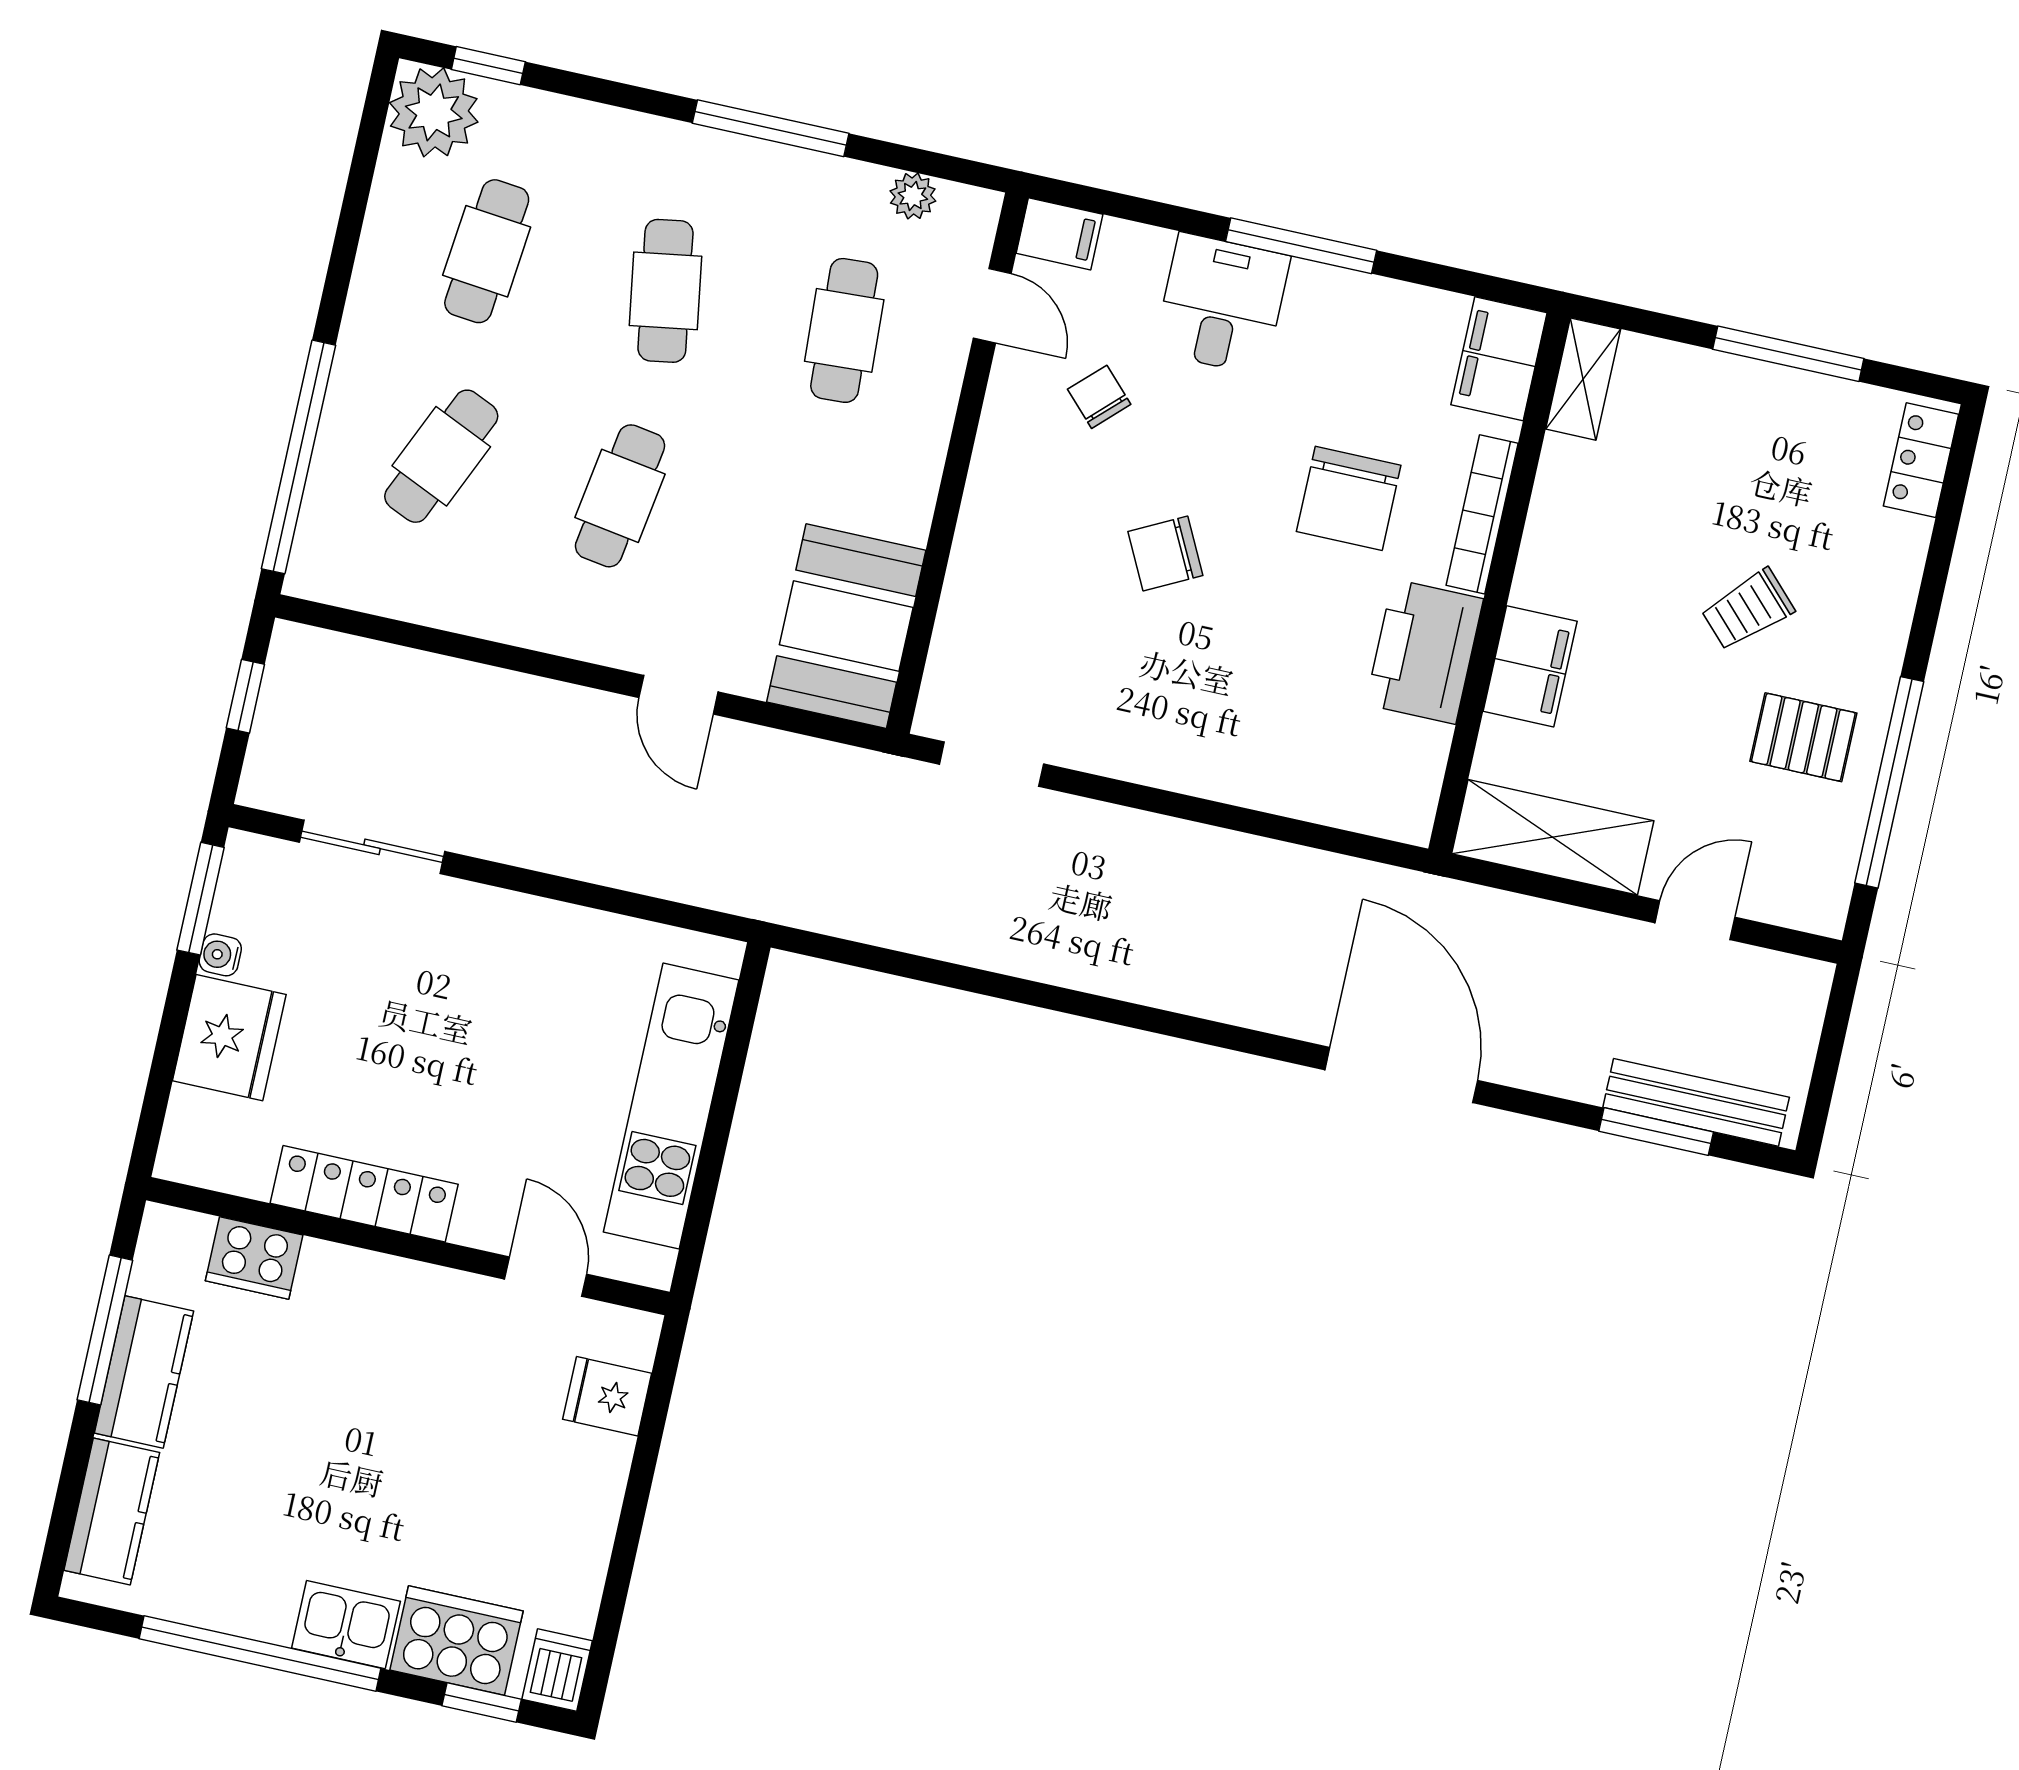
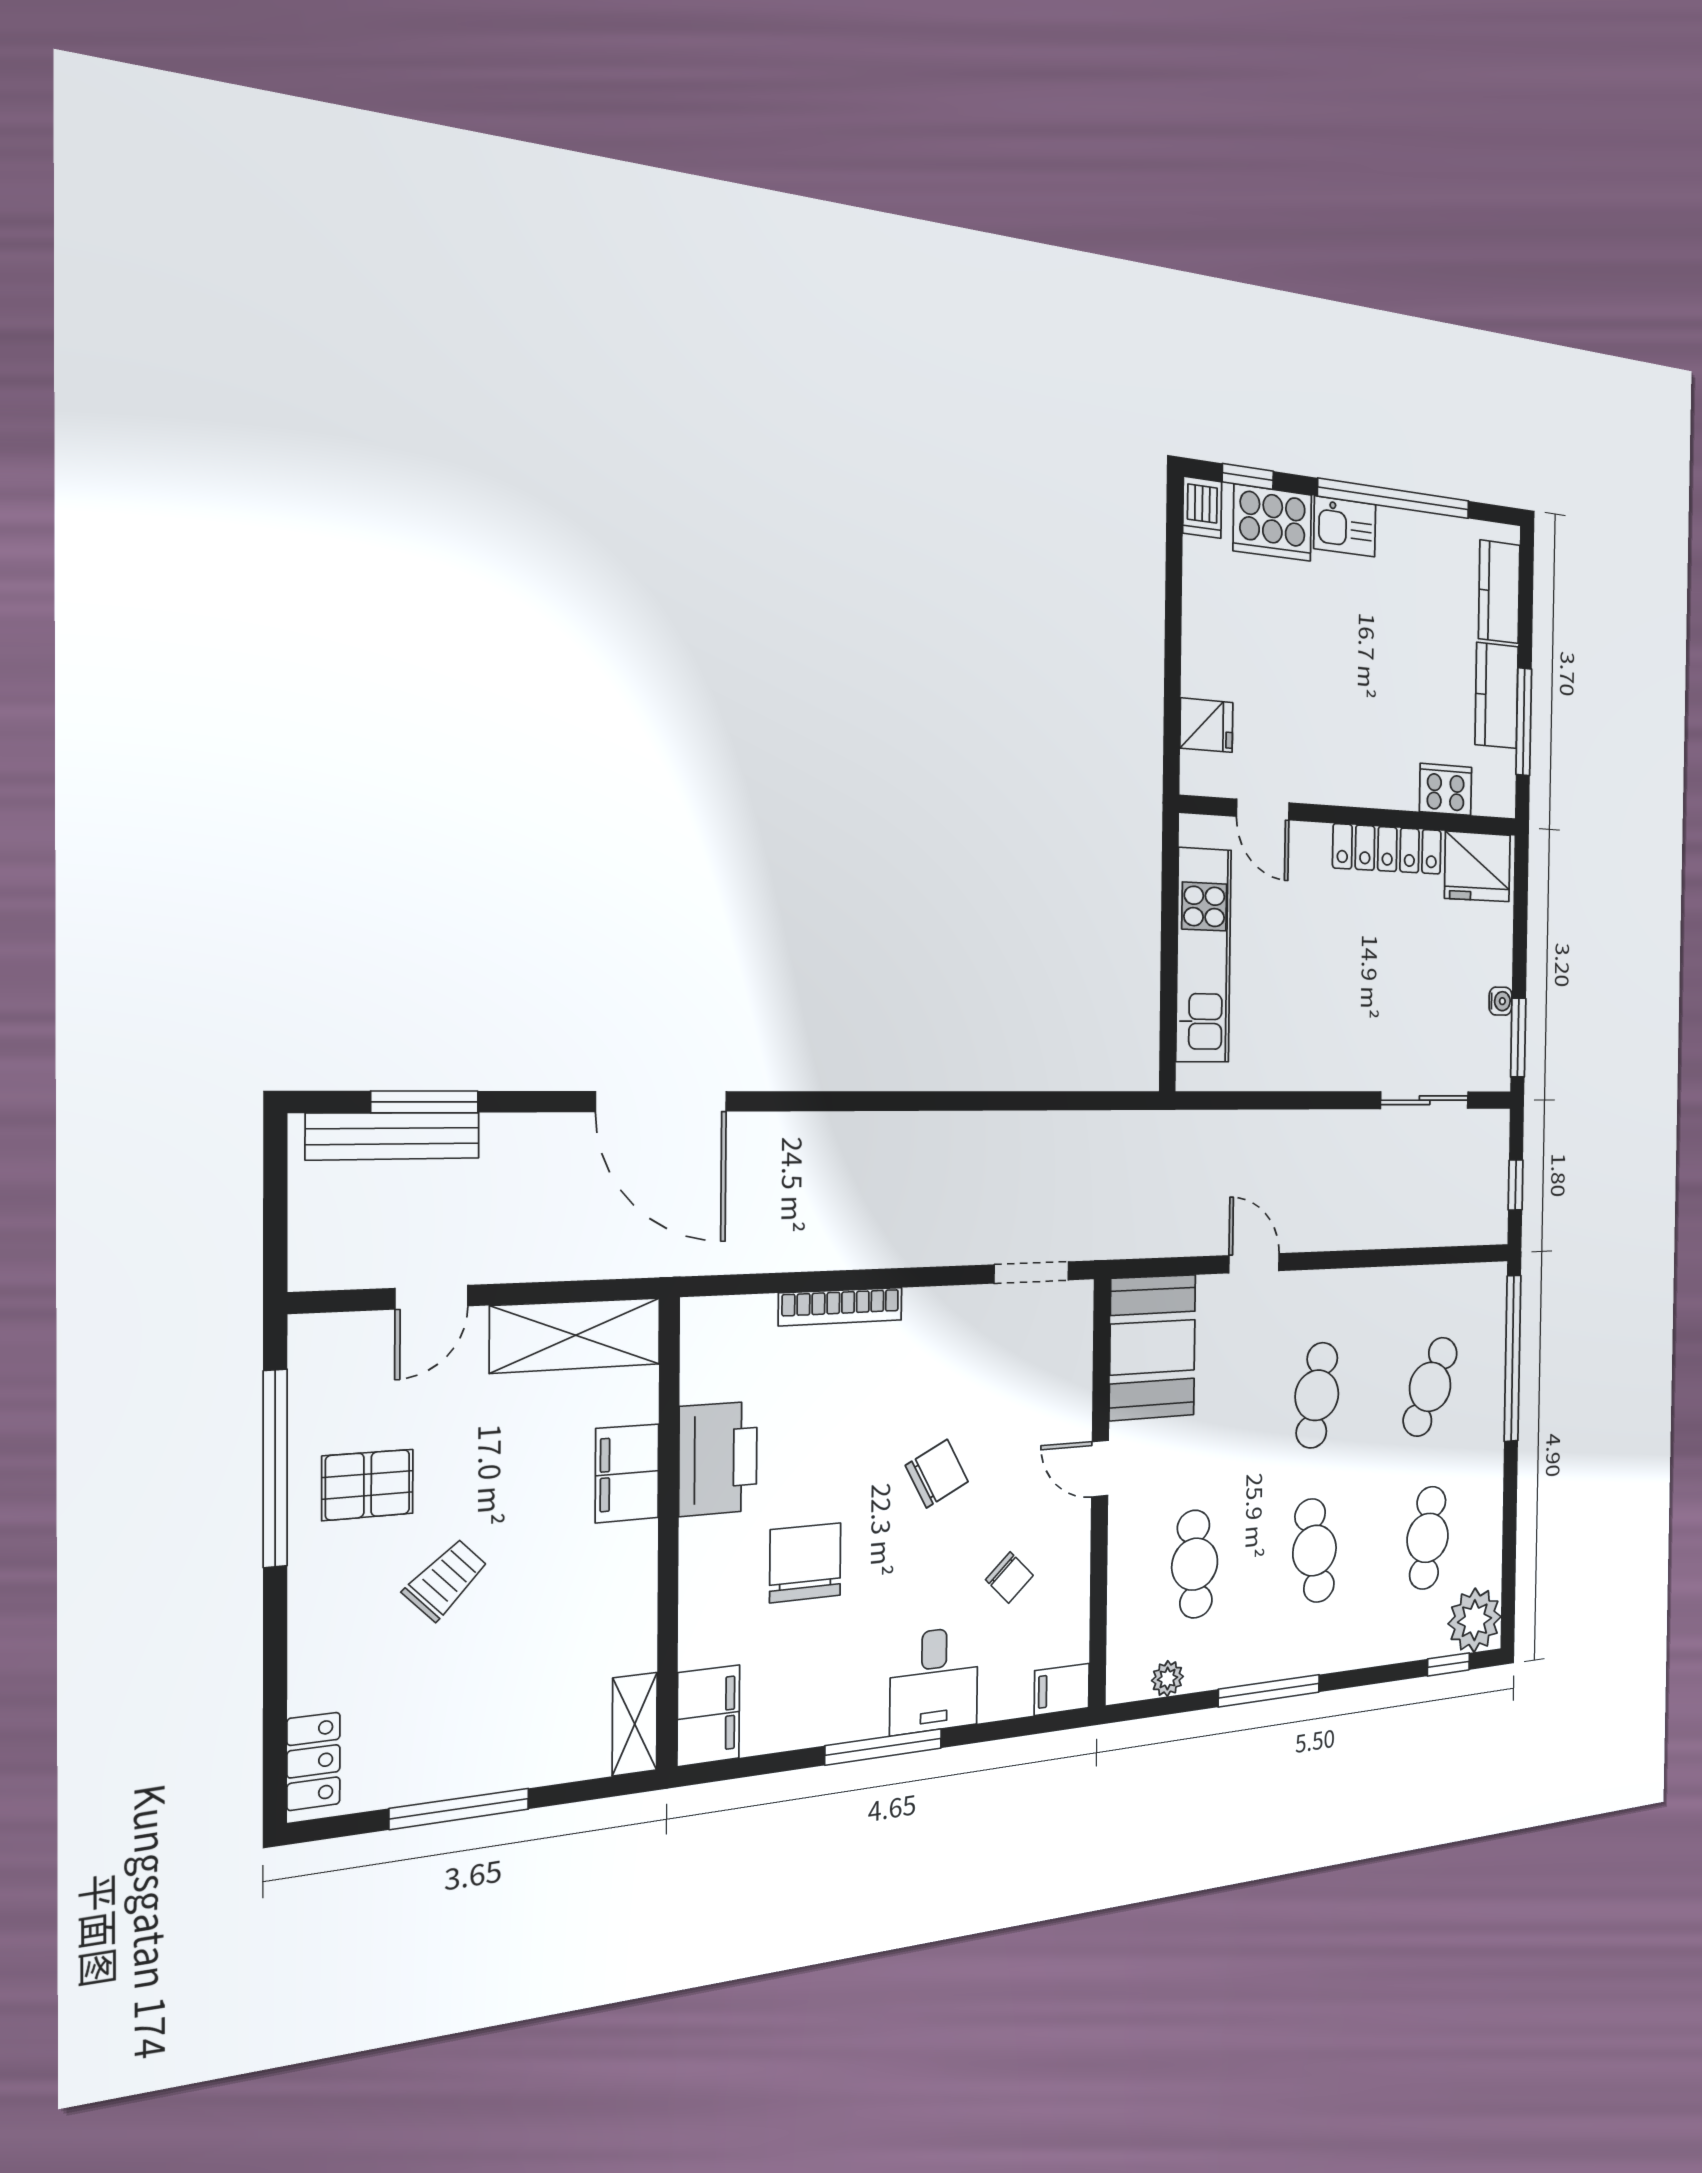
door: (992, 306) -> (1100, 1469), moved
bookcase: (1482, 514) -> (841, 1307), moved, turned 90
fridge: (229, 1038) -> (1477, 867), moved, turned -90

